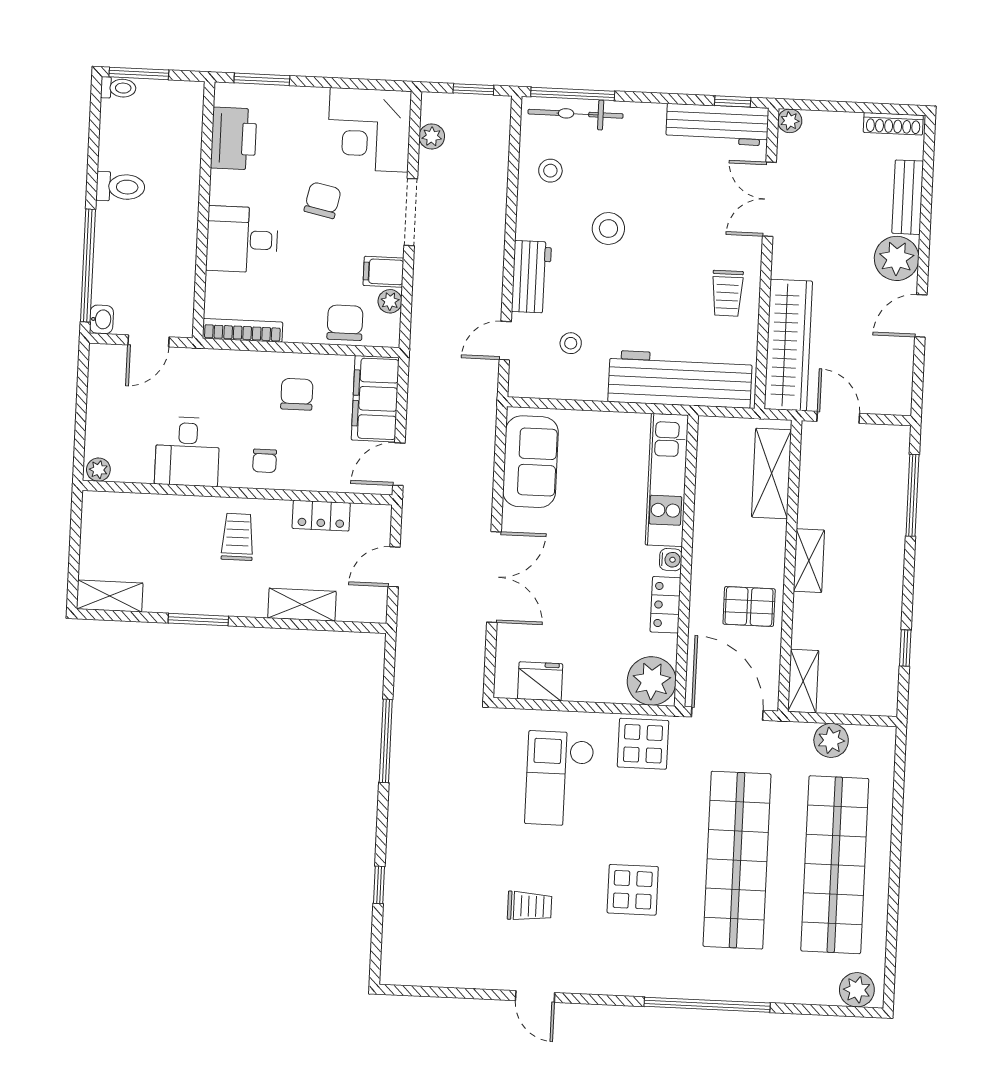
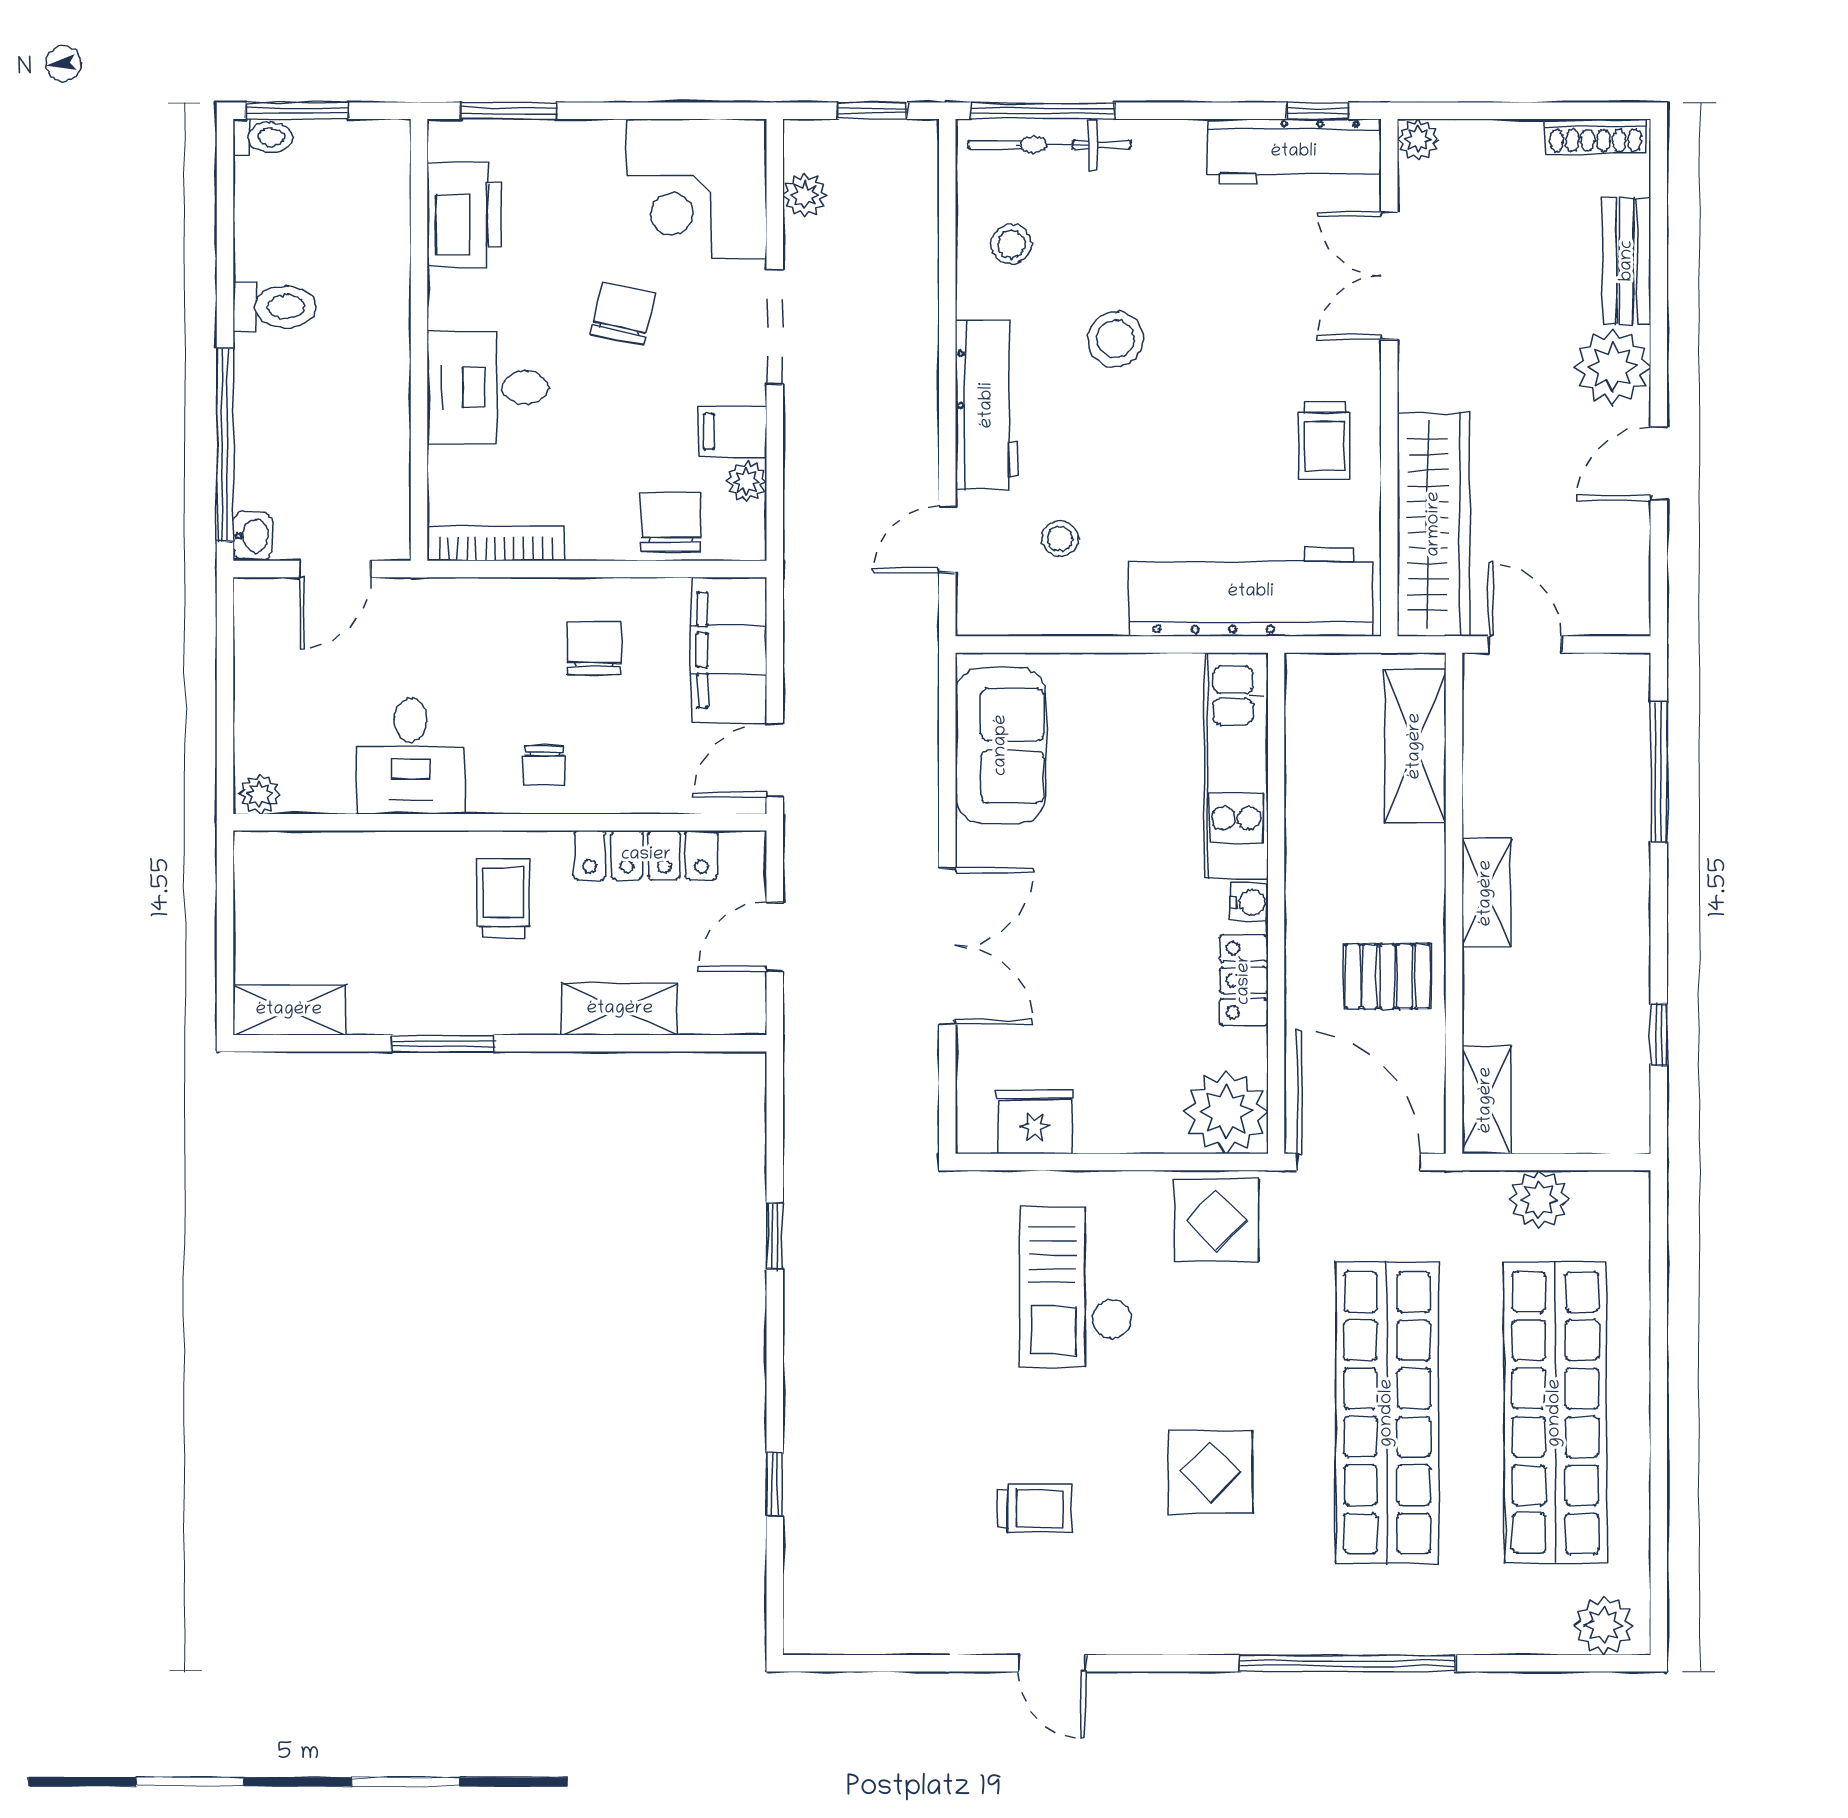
workbench: (531, 277) -> (987, 405), width x1.38
locker: (321, 516) -> (646, 855), width x1.53
window: (386, 741) -> (775, 1236), width x0.46

